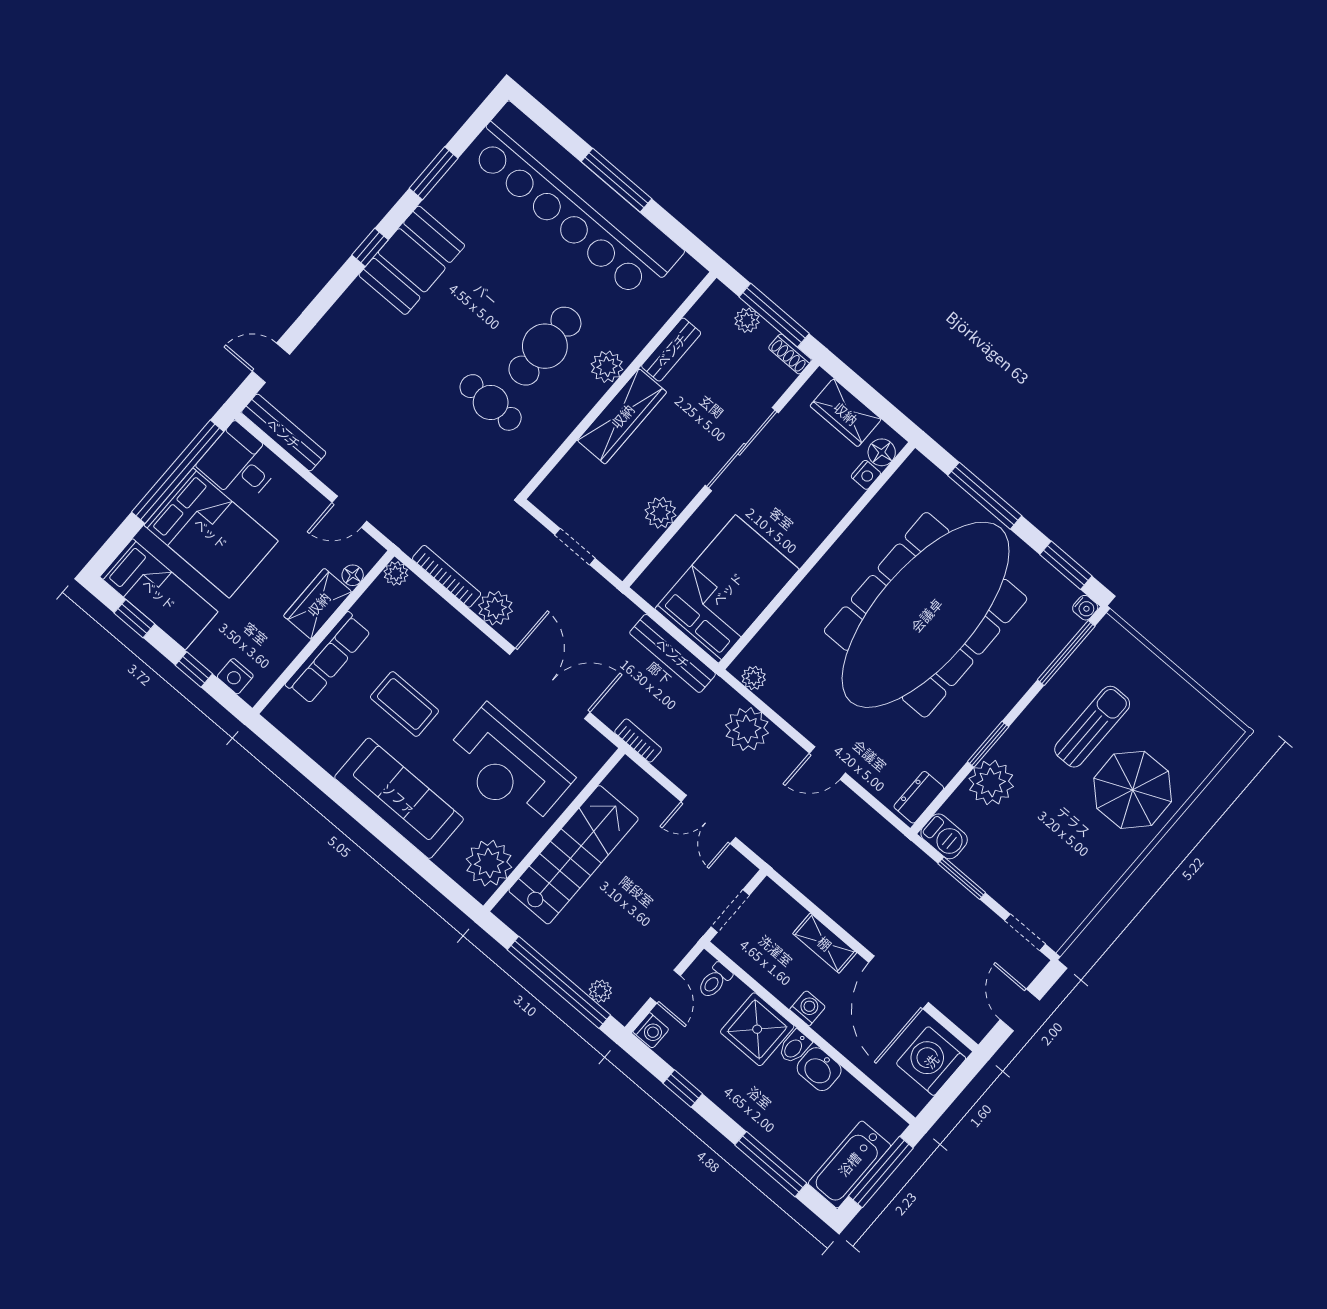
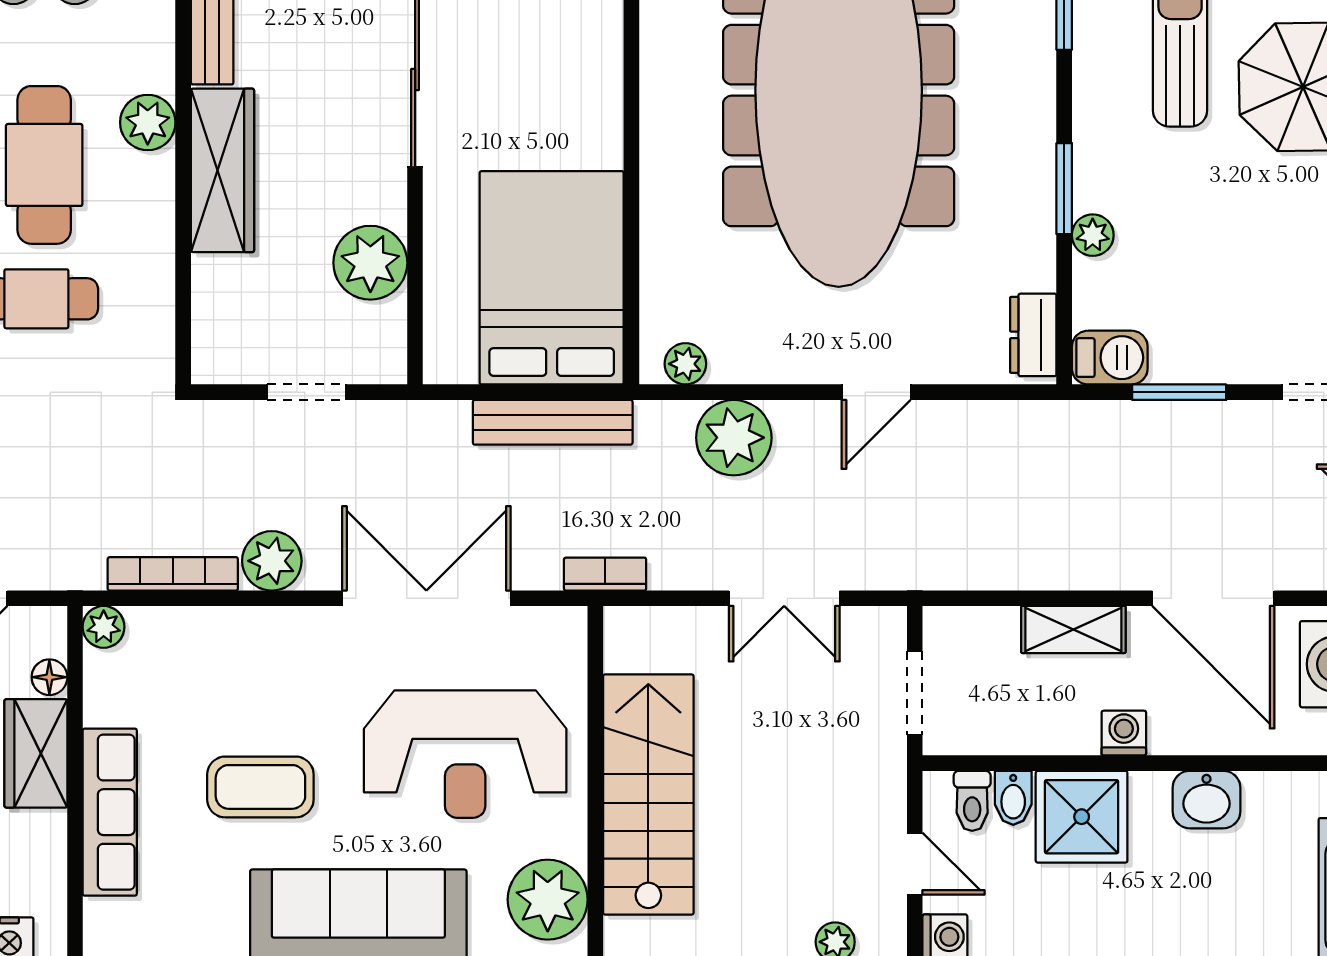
plant: (660, 513) -> (370, 263), width x1.36, depth x1.36
plant: (991, 783) -> (1093, 235), width x0.53, depth x0.53
bidet: (795, 1047) -> (1013, 798), moved

